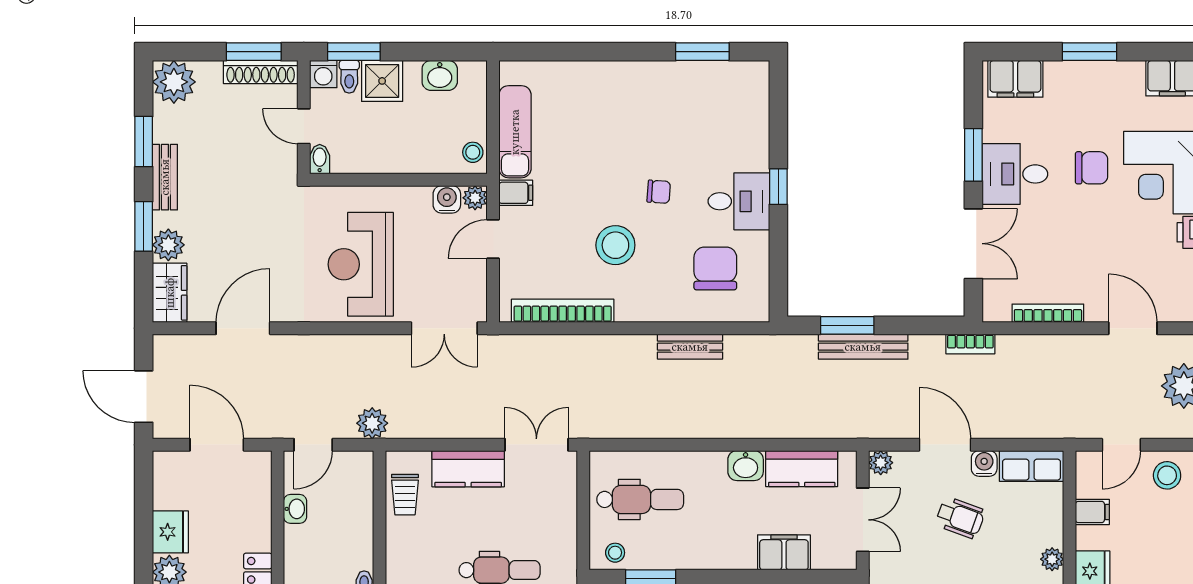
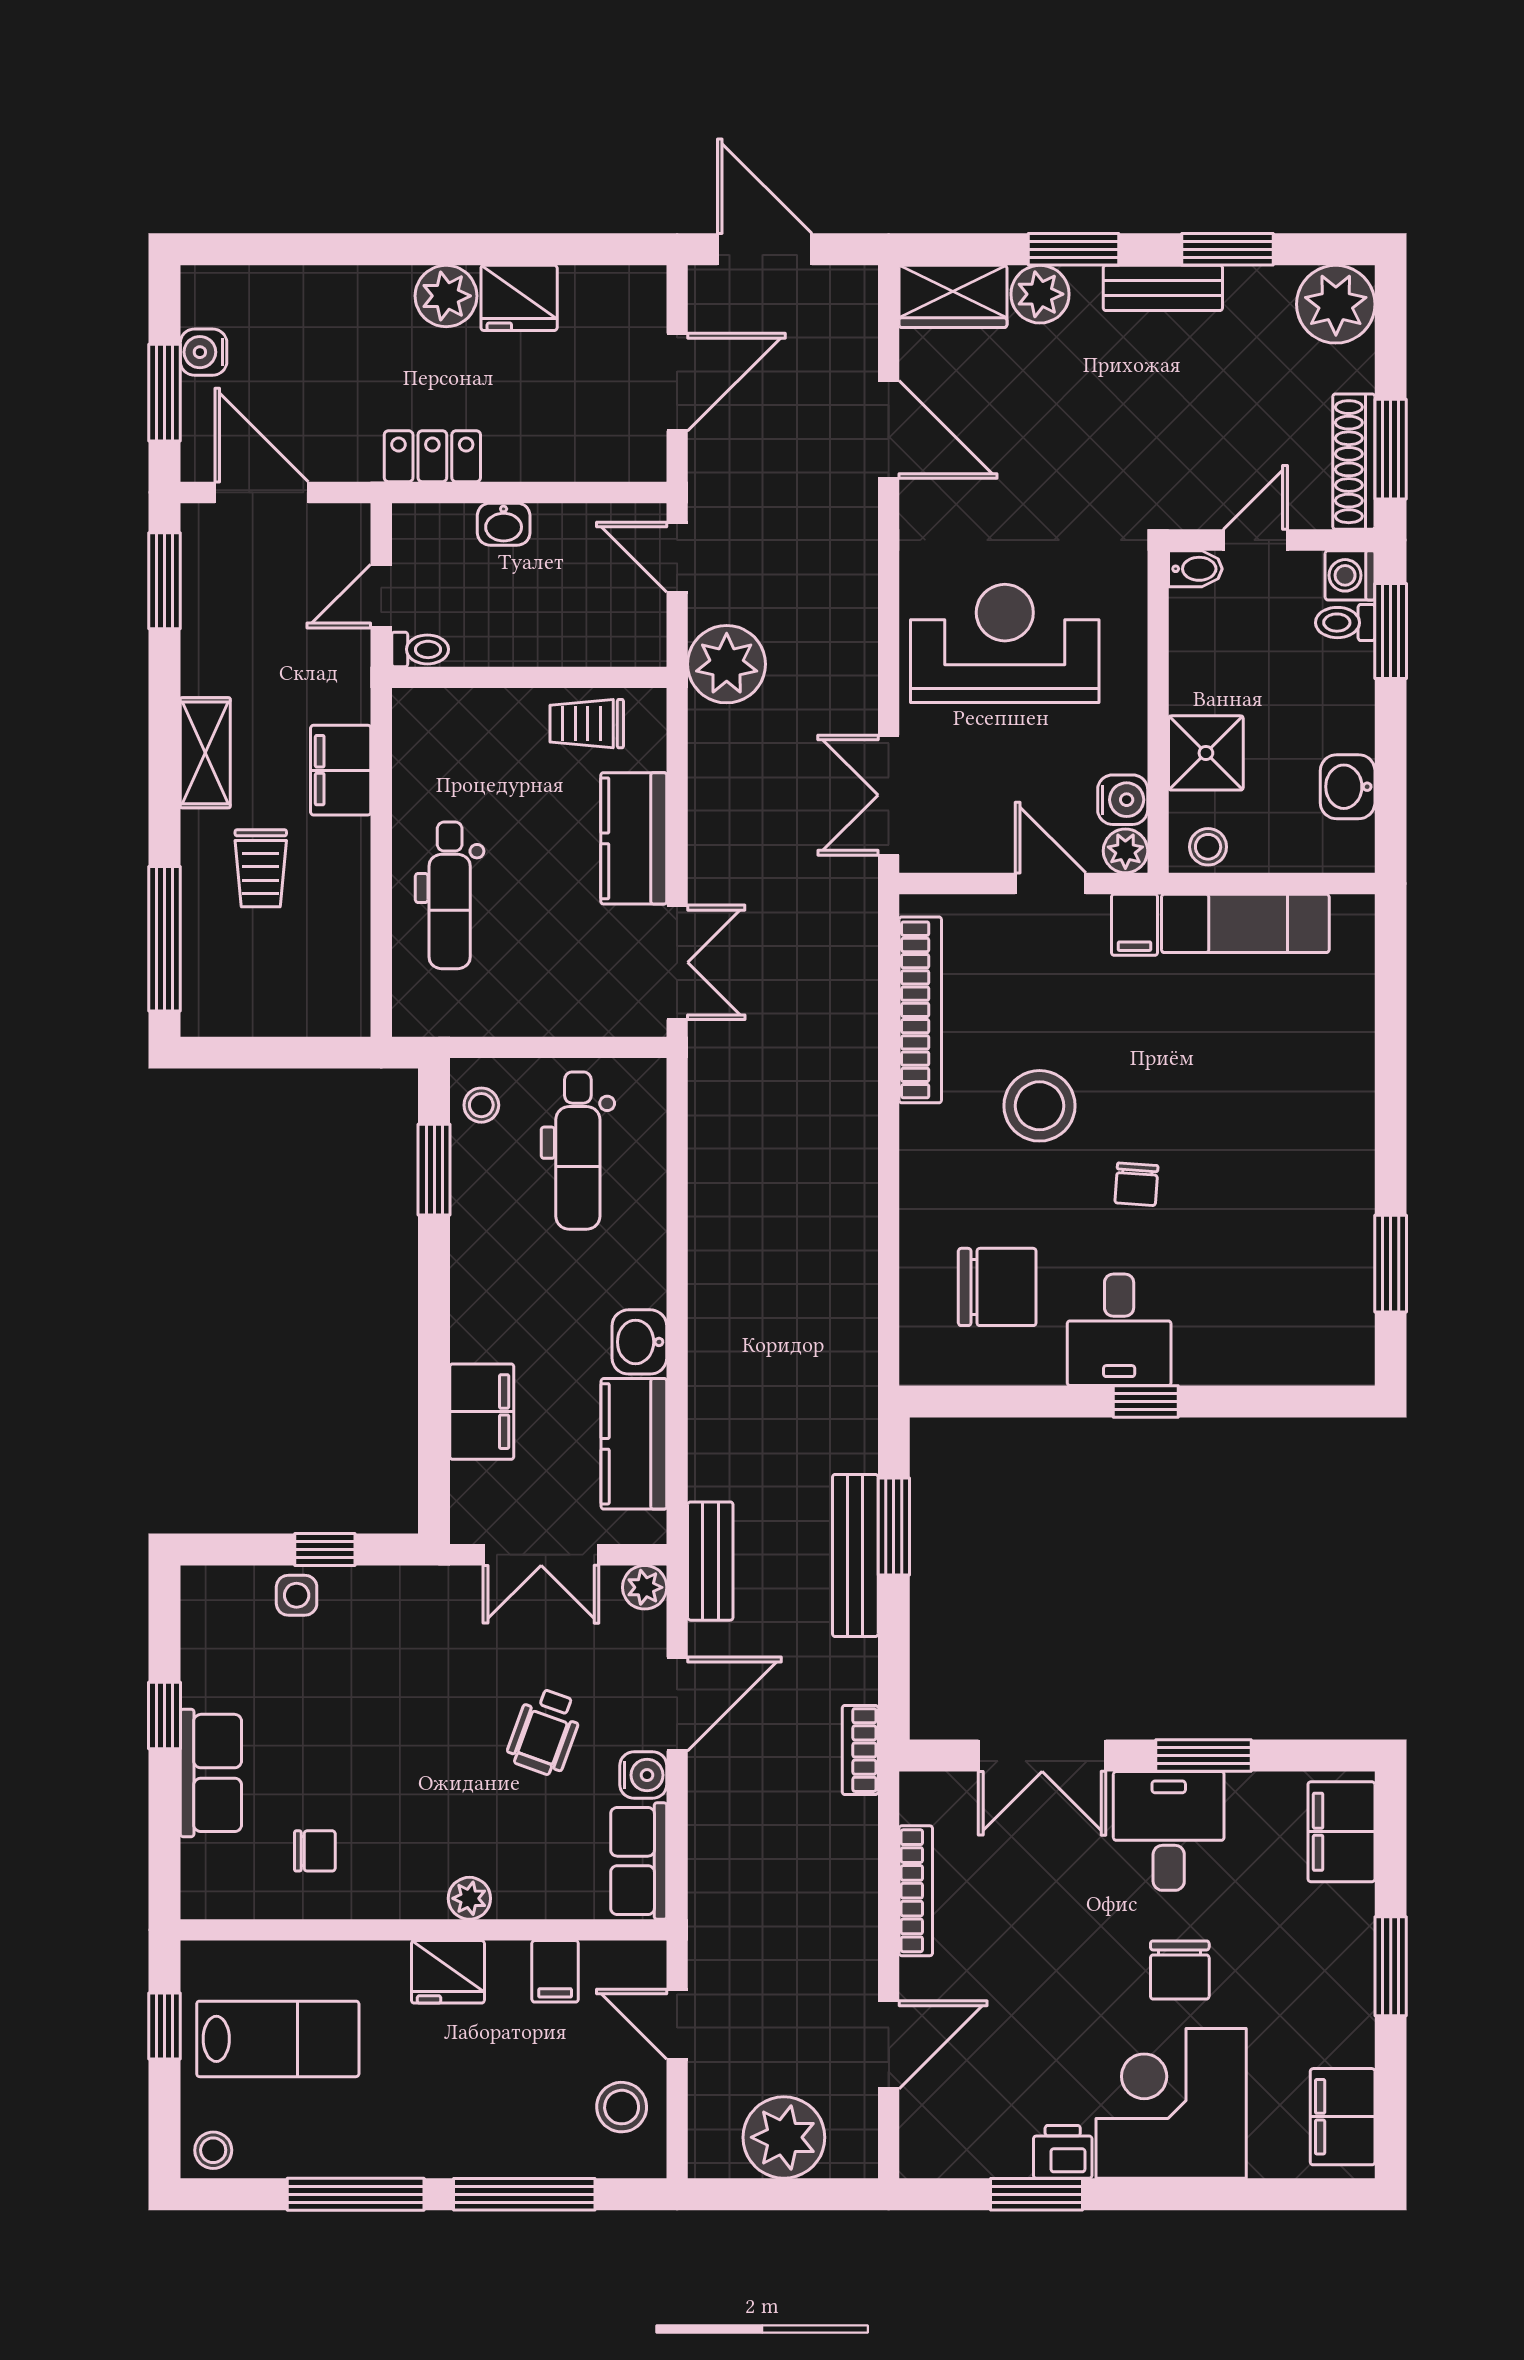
shower: (382, 81) -> (1206, 753), moved
bench: (690, 347) -> (710, 1561), moved
door: (144, 397) -> (765, 249), hinge flipped
plant: (372, 423) -> (727, 664), width x1.36, depth x1.36
washbasin: (295, 509) -> (504, 524), moved

